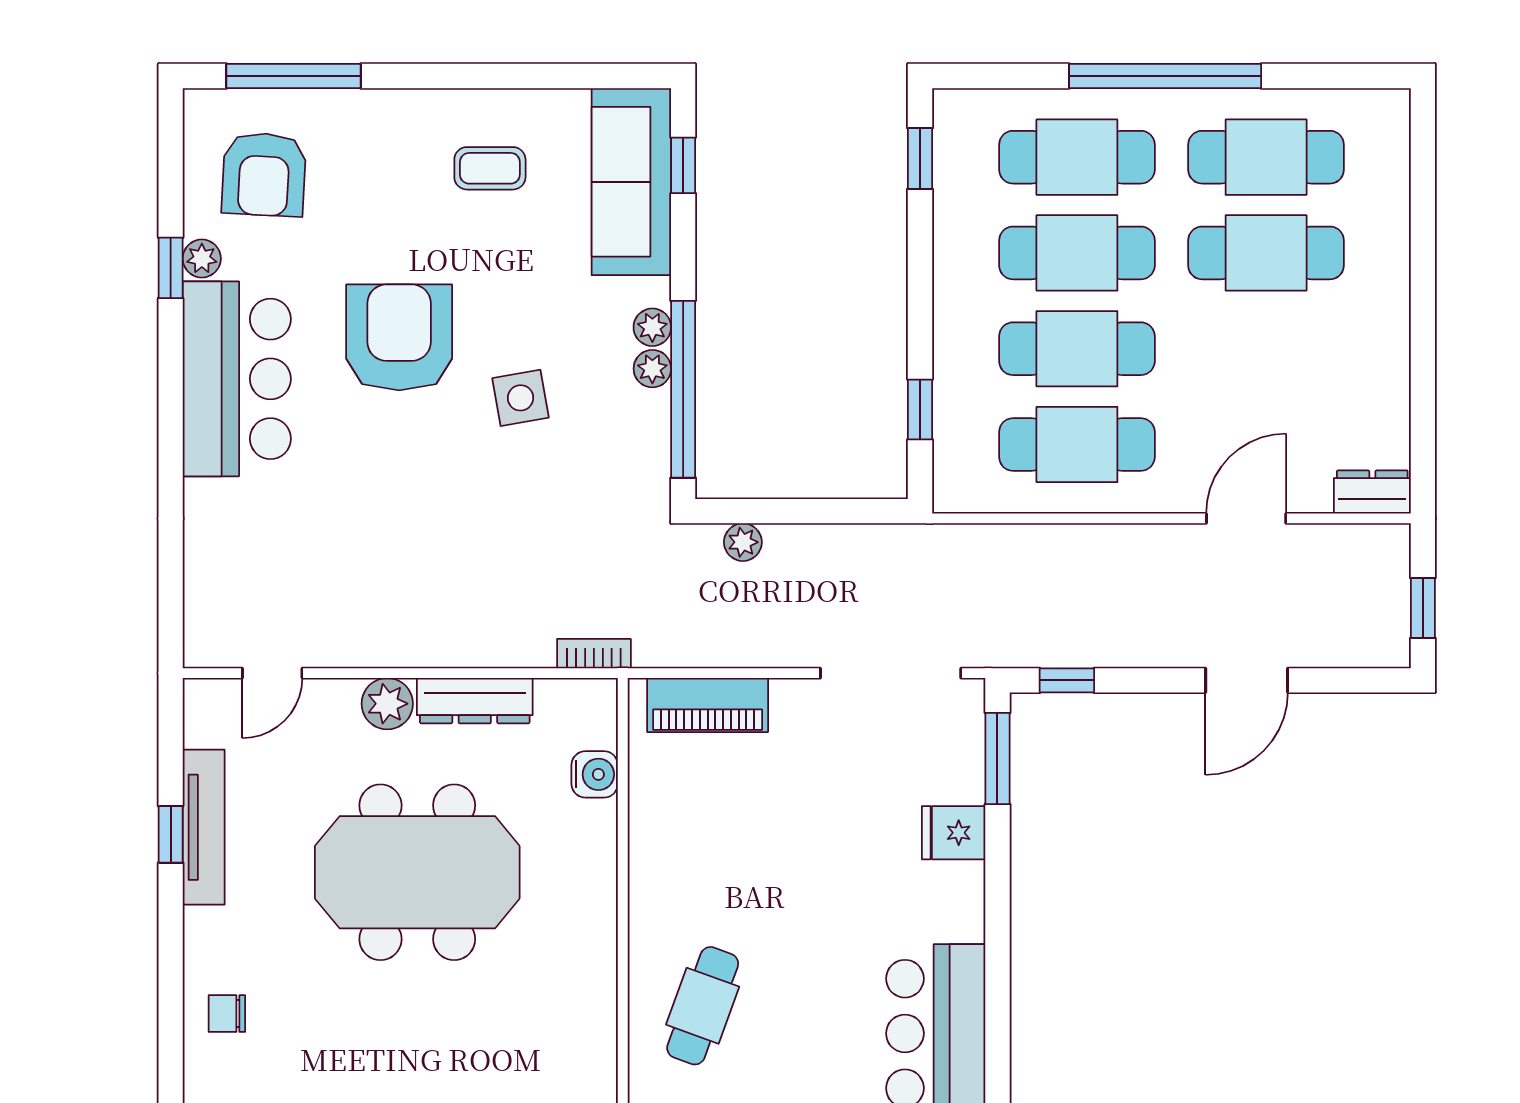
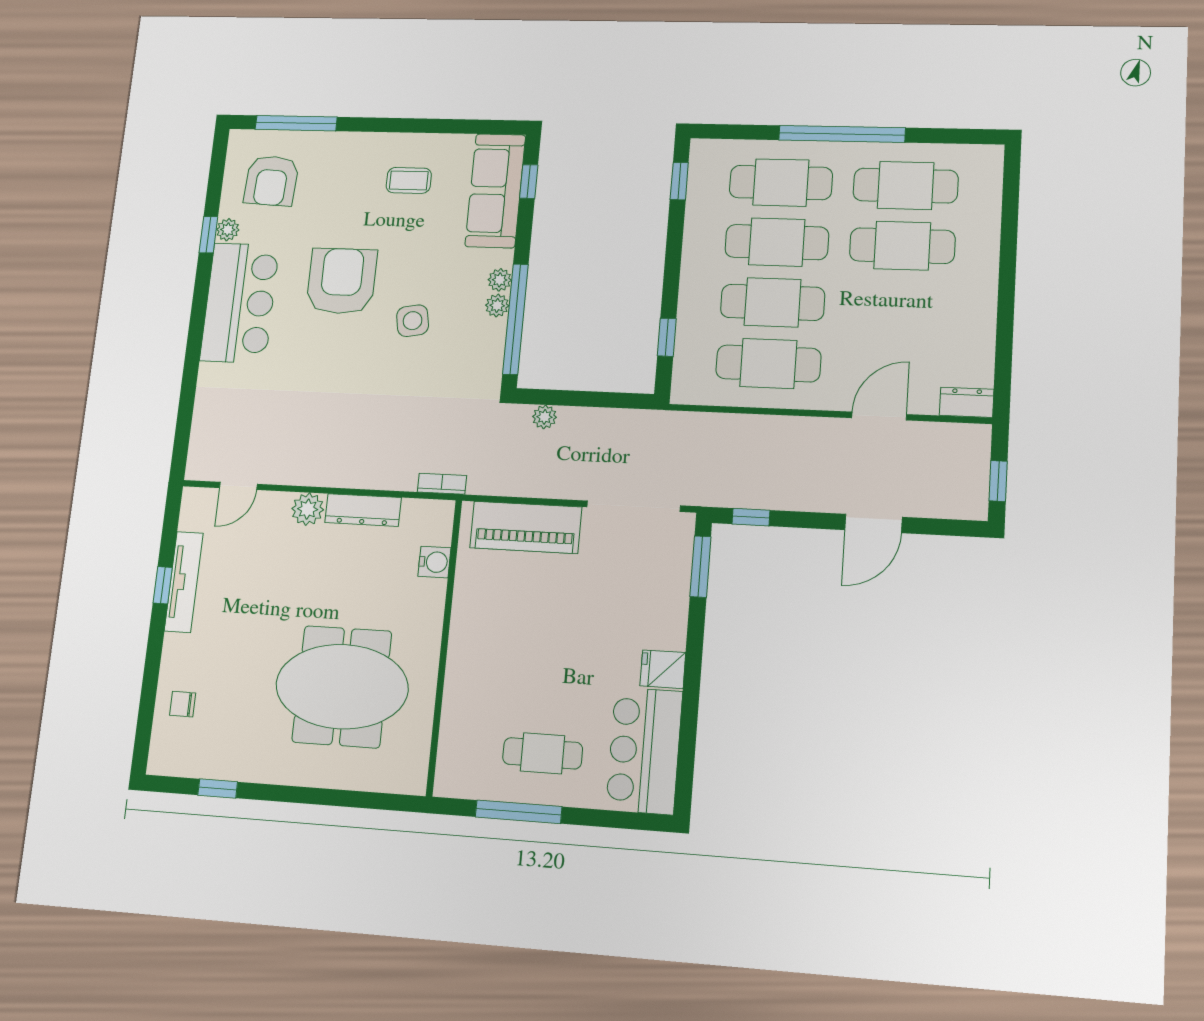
piano: (708, 705) -> (526, 527), width x1.37, depth x1.33
fridge: (954, 833) -> (663, 669), moved
meeting table: (417, 872) -> (342, 687), moved
cafe table: (703, 1006) -> (543, 753), moved, turned 70

